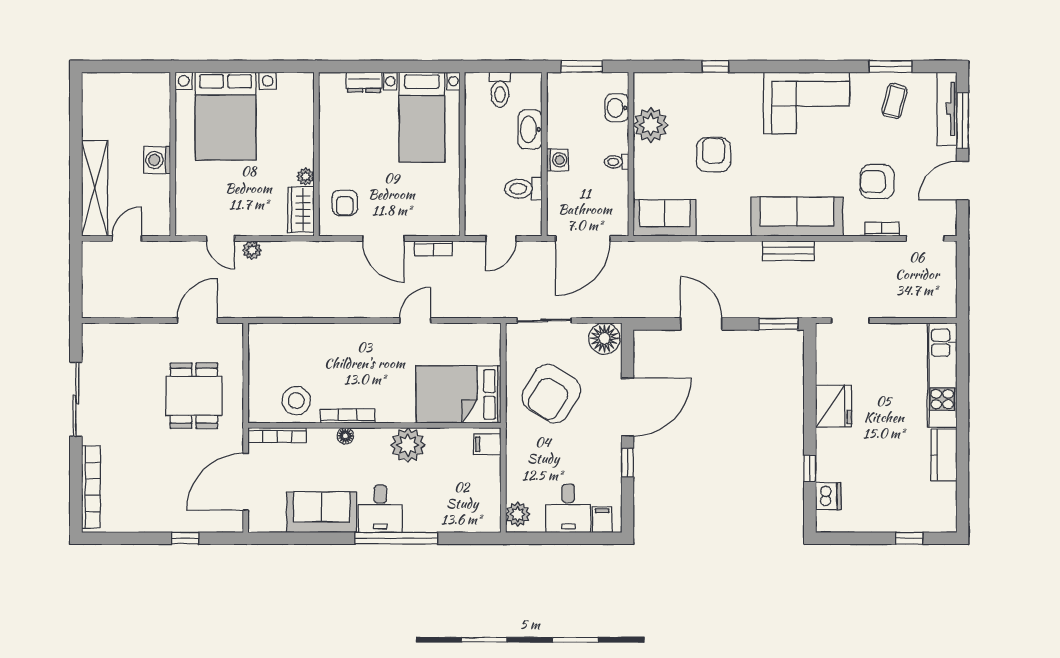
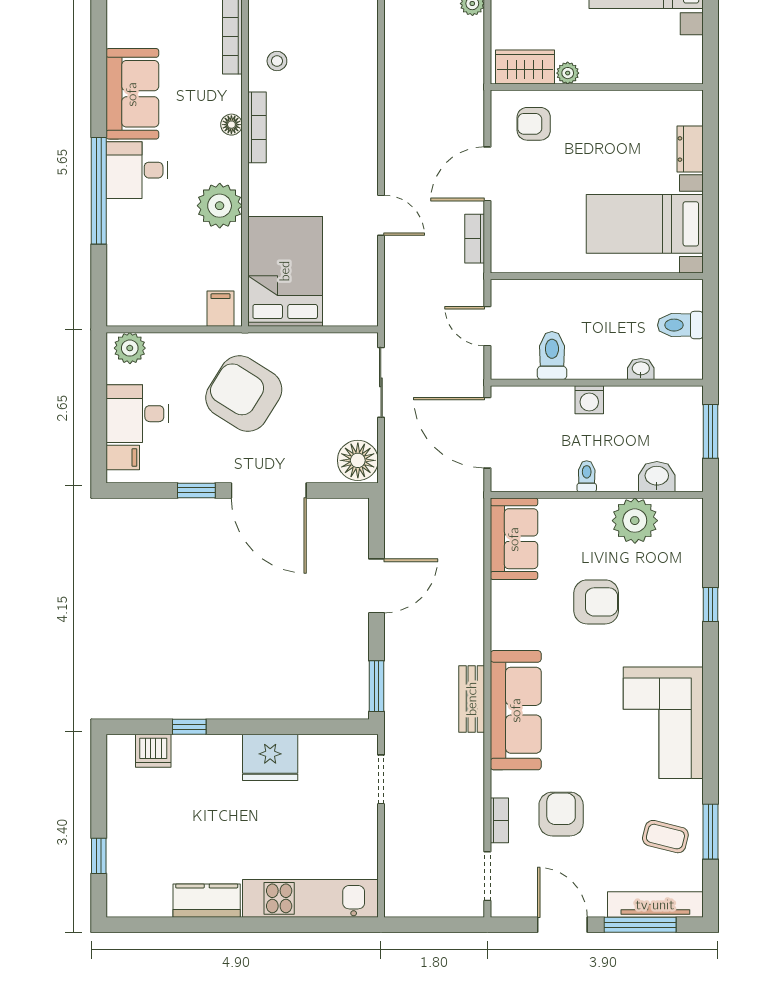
washbasin: (530, 129) -> (641, 369), width x0.52, depth x0.69
armchair: (551, 394) -> (244, 394), moved
stool: (296, 401) -> (277, 61), width x0.53, depth x0.53

